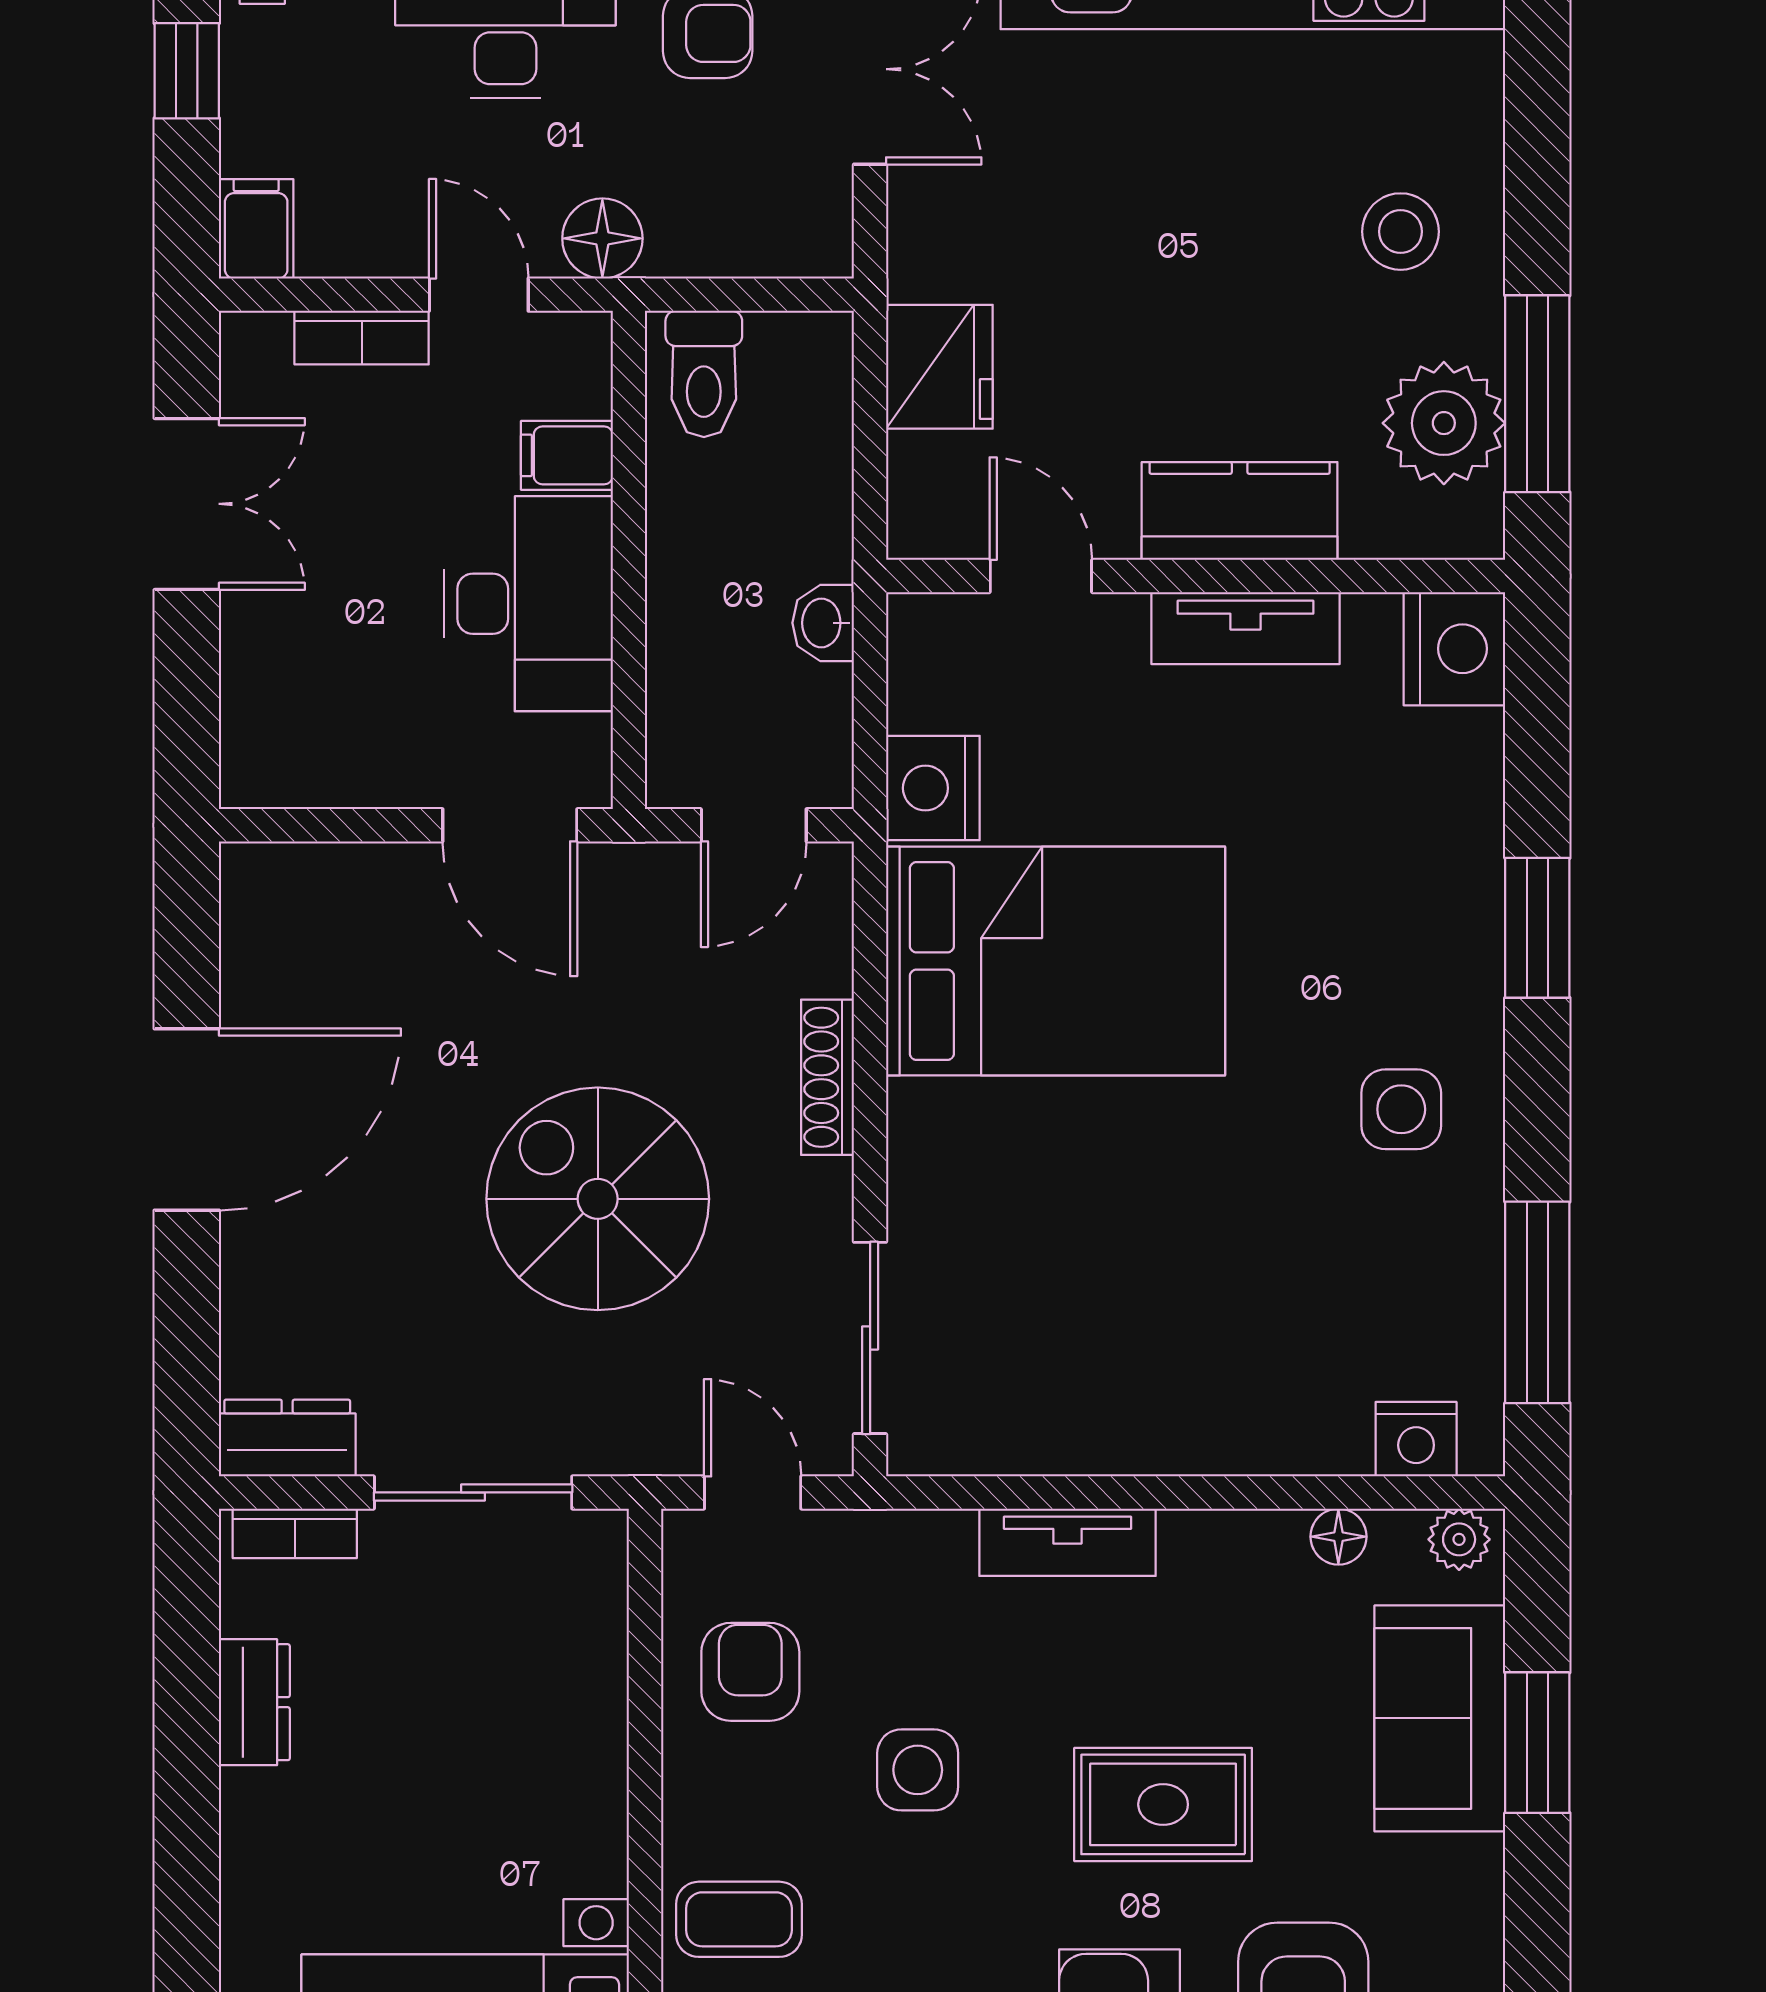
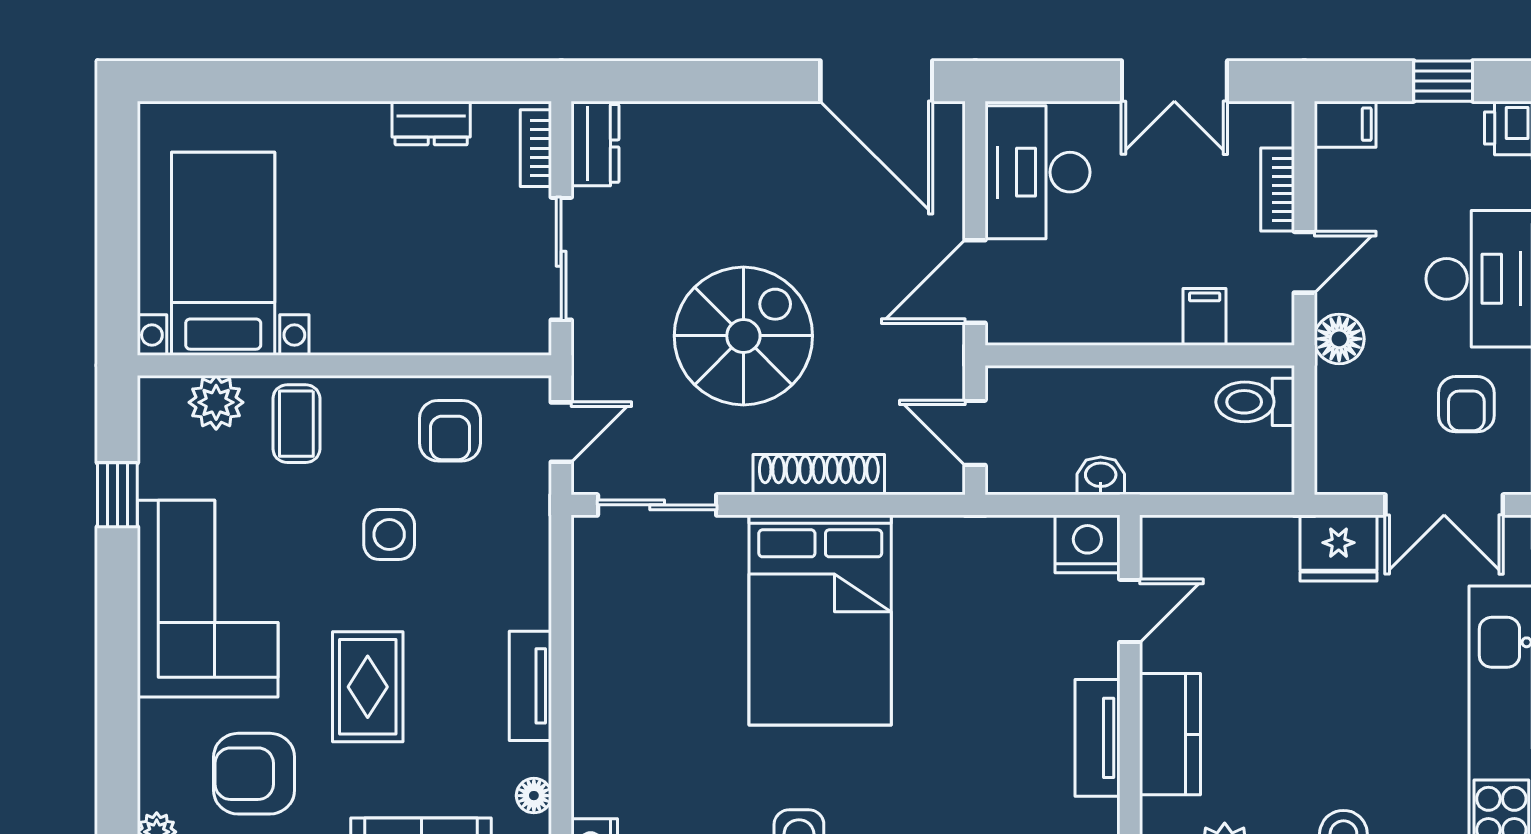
fridge: (939, 367) -> (1339, 548), moved
desk: (528, 604) -> (1038, 172), moved, turned 90
nightstand: (933, 788) -> (1087, 544), moved
bed: (1056, 961) -> (820, 620), moved
shoe rack: (828, 1077) -> (819, 475), width x1.36, depth x1.24
door: (187, 1119) -> (876, 81), moved
tv unit: (1067, 1542) -> (530, 686), moved
armchair: (750, 1672) -> (450, 431), turned 90

